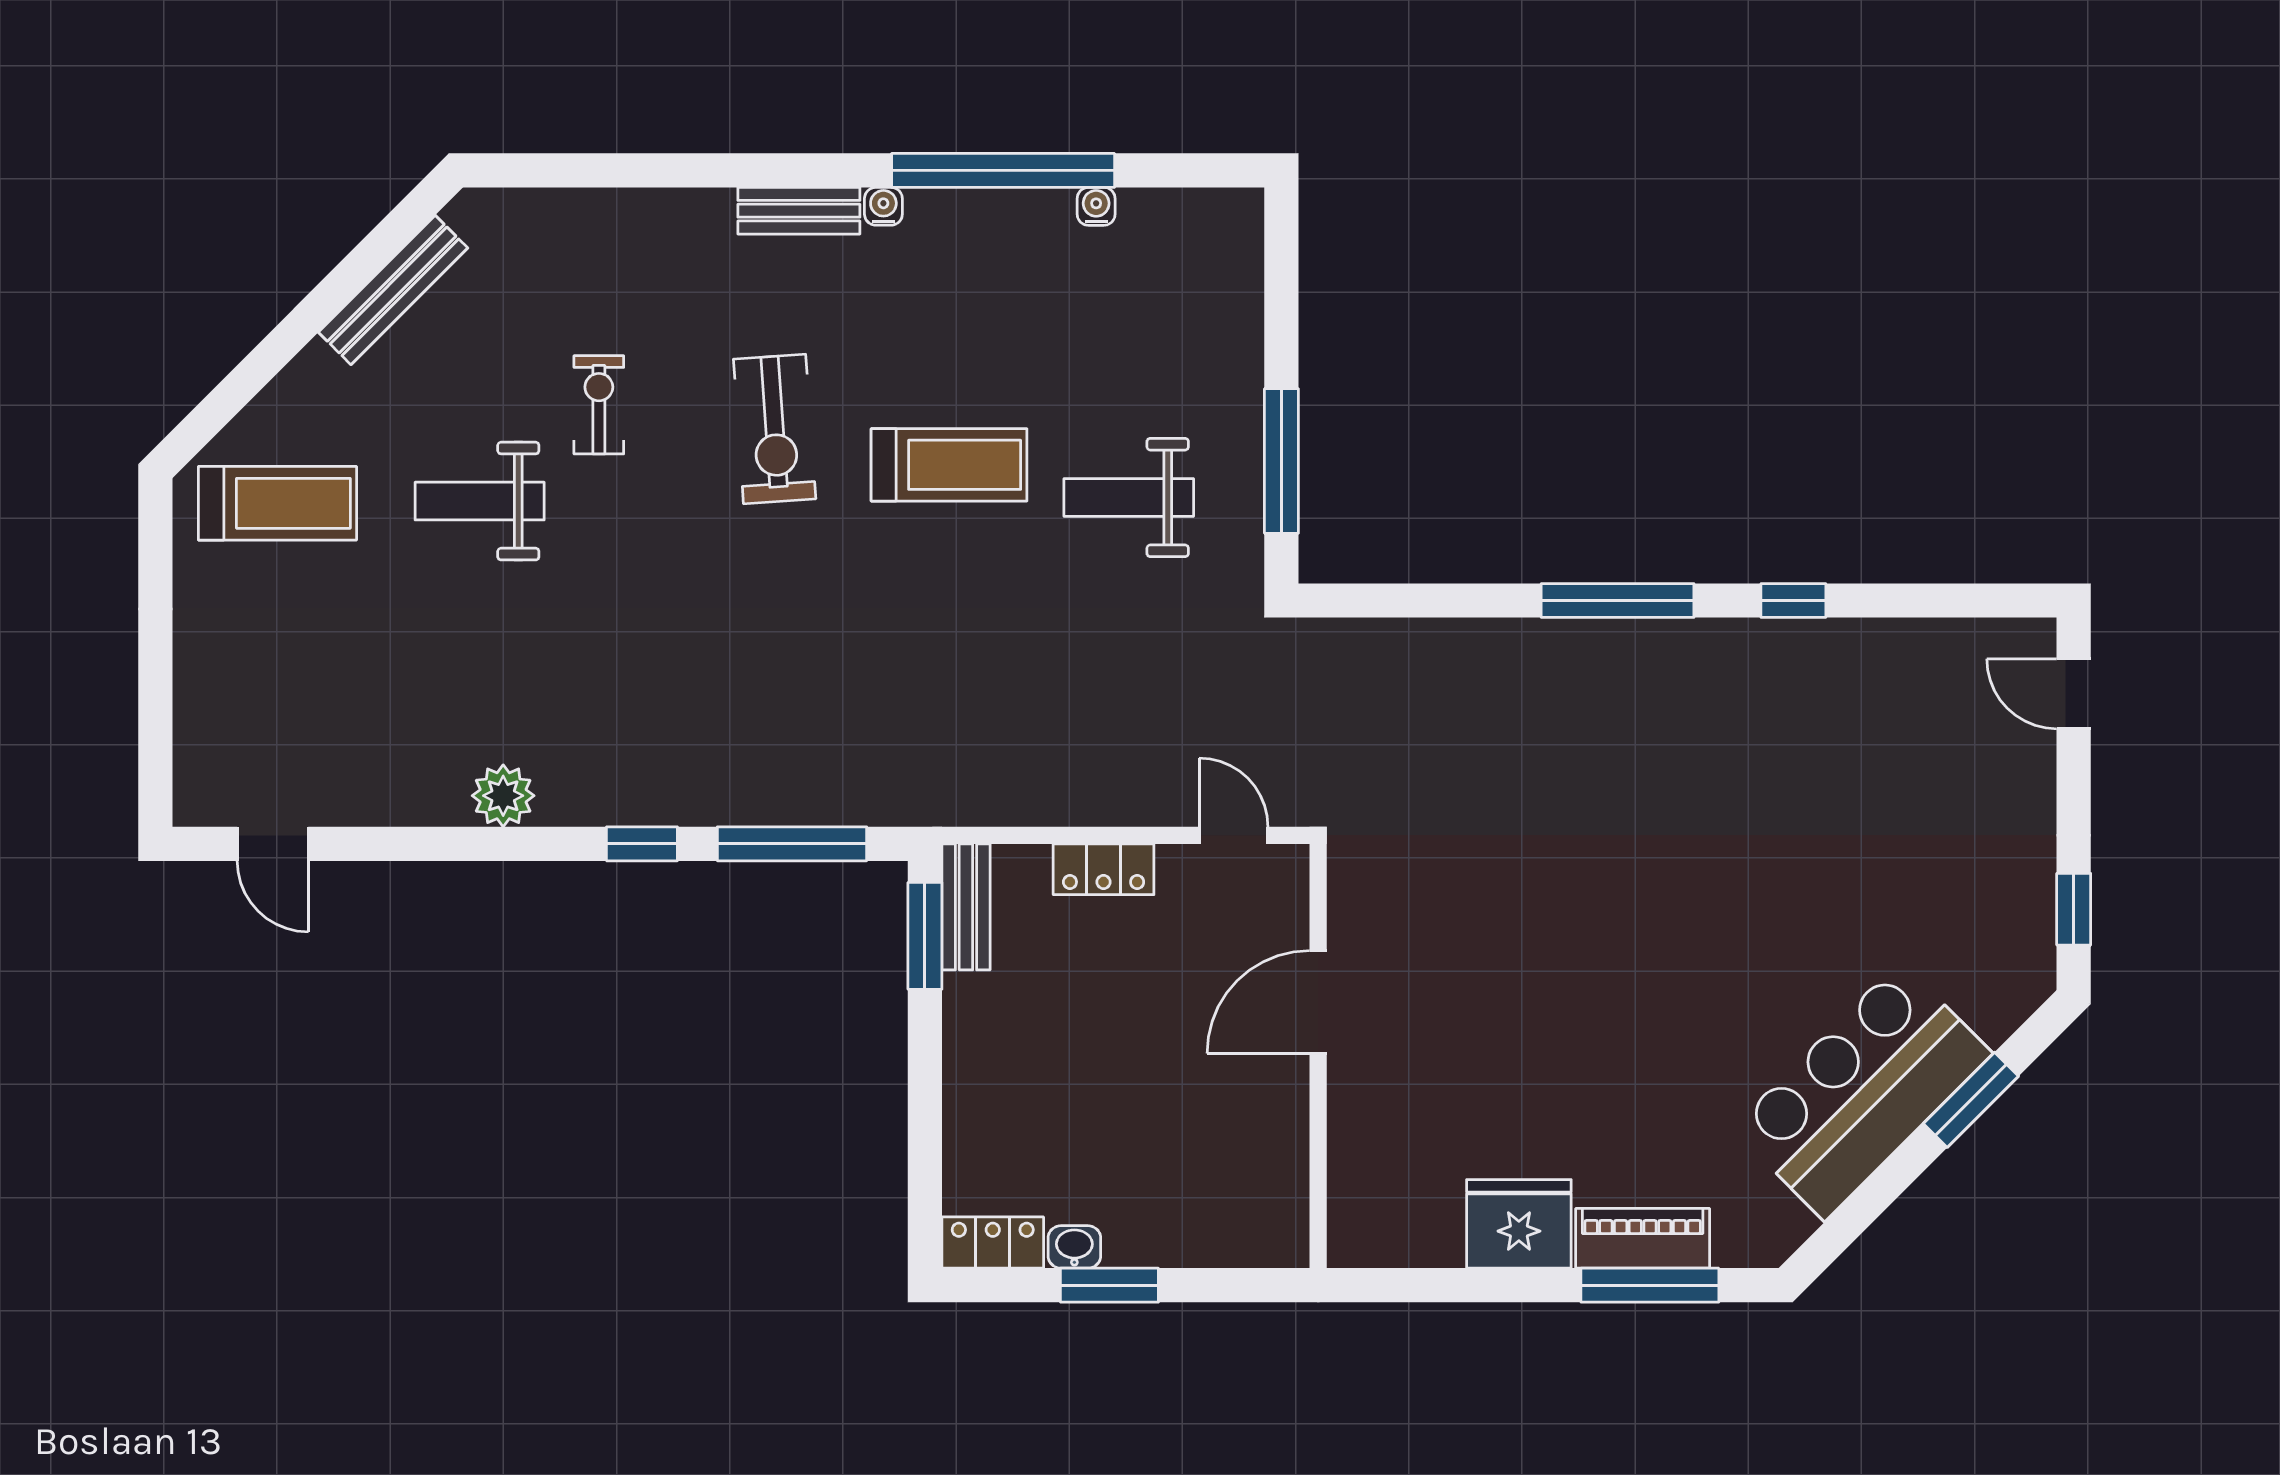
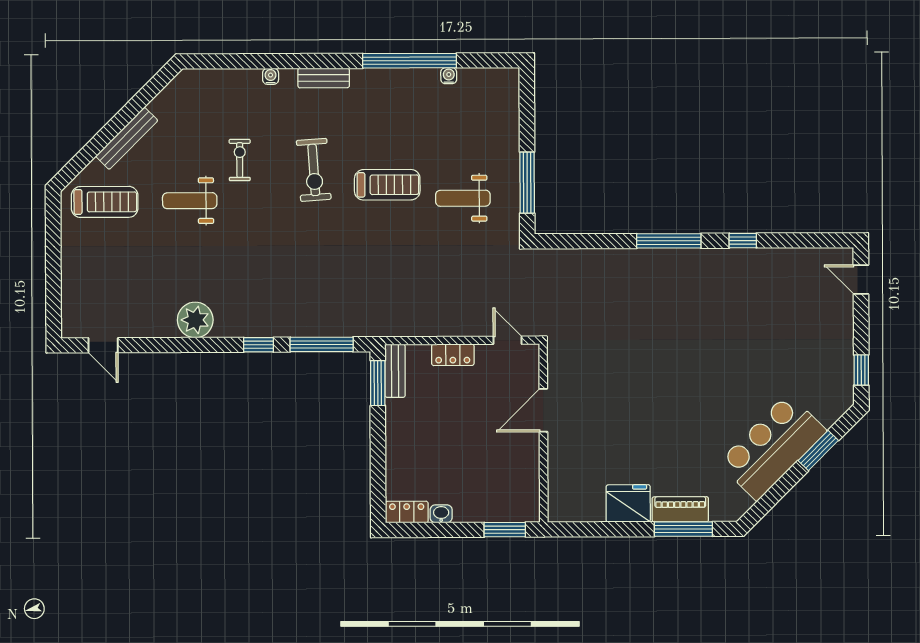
water cooler: (883, 206) -> (271, 76), moved
bench: (393, 290) -> (127, 138), moved
plant: (503, 796) -> (195, 320), width x1.36, depth x1.36
window: (1109, 1285) -> (505, 530), moved

